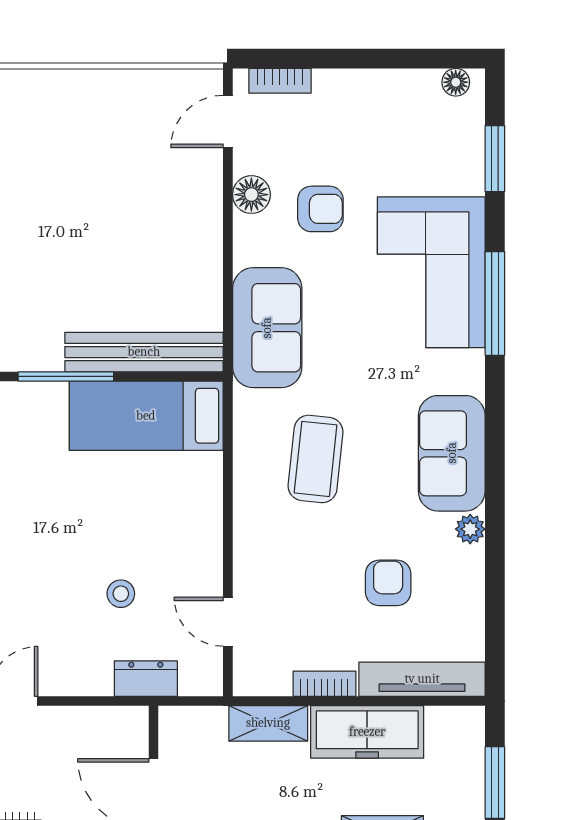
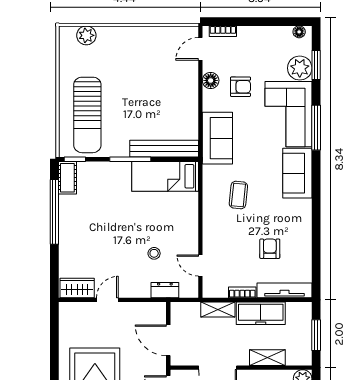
sofa: (452, 453) -> (297, 173), moved
coffee table: (316, 459) -> (238, 195), width x0.73, depth x0.77
plant: (470, 529) -> (300, 68), moved, width x1.88, depth x1.88

